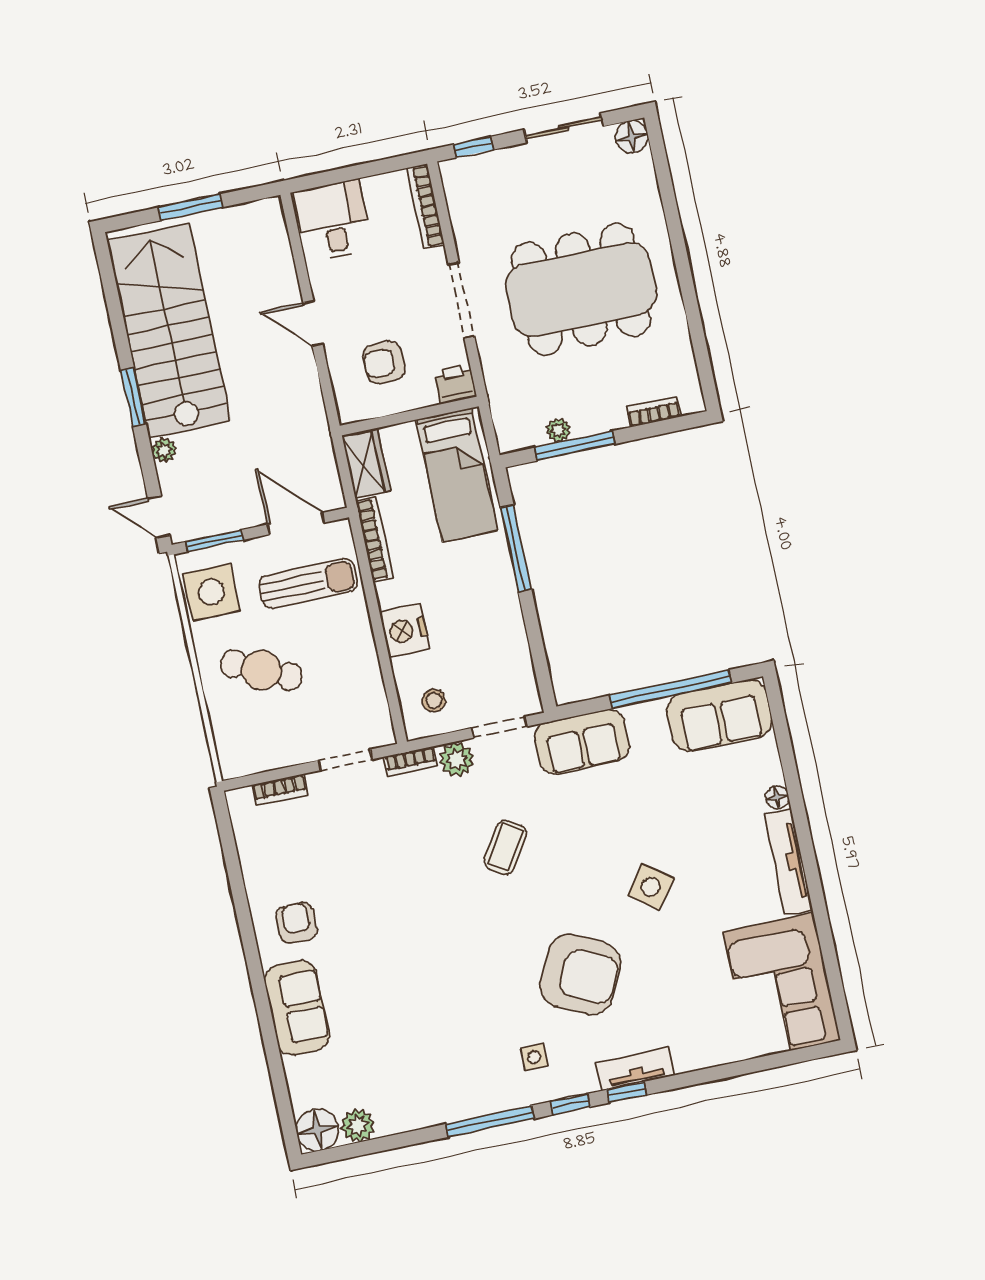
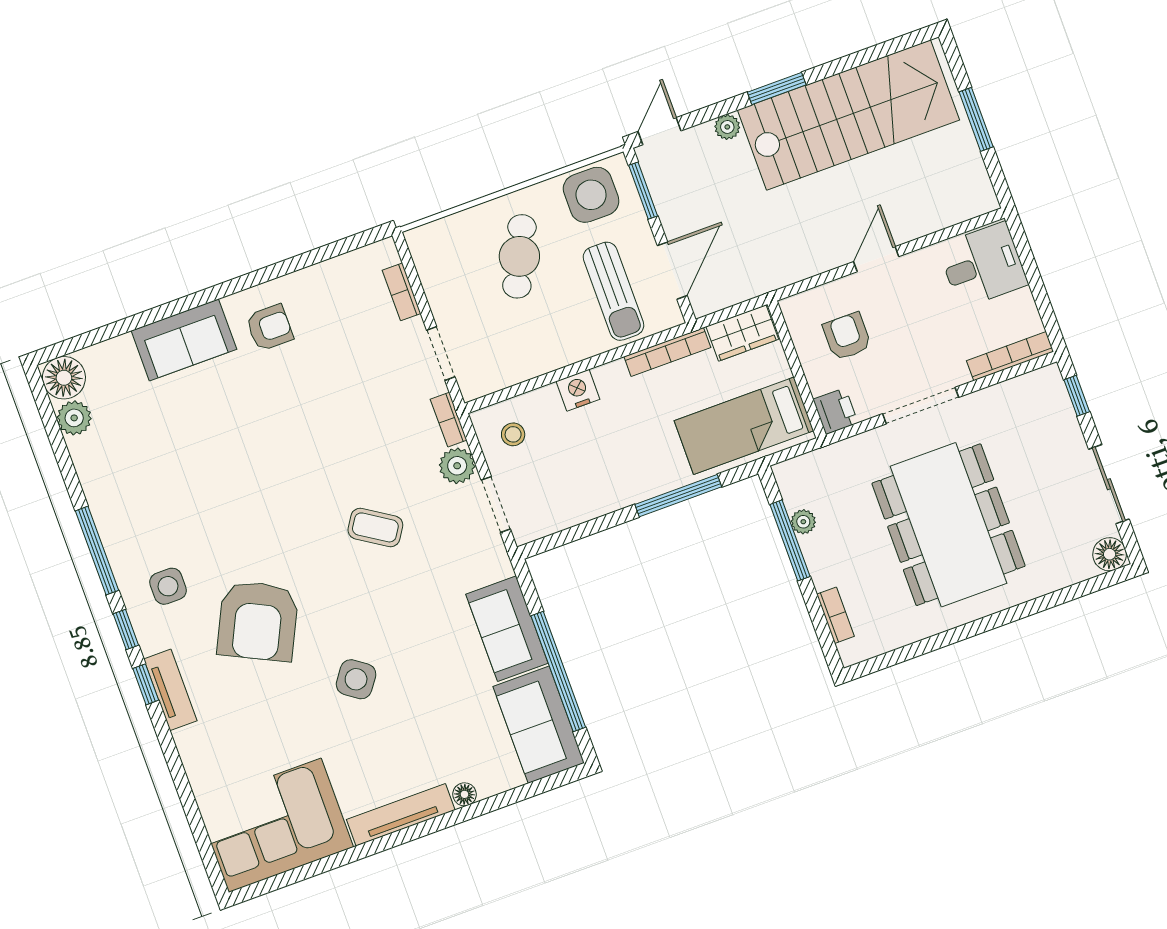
nightstand: (405, 630) -> (578, 390), width x0.74, depth x0.75
sofa: (582, 742) -> (507, 629), moved
side table: (534, 1057) -> (168, 586), width x1.37, depth x1.37

